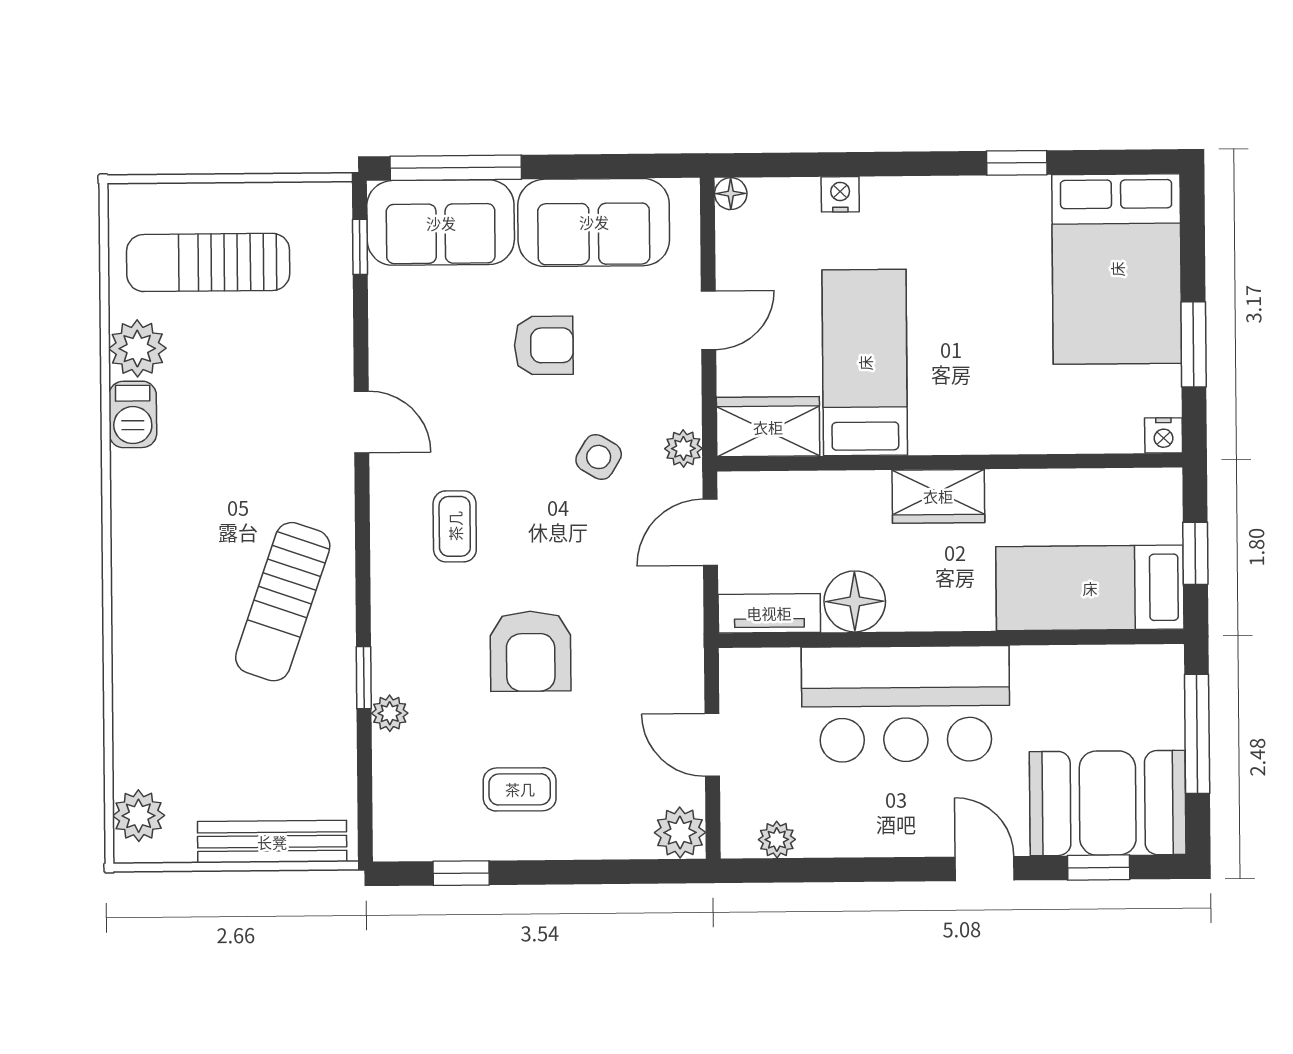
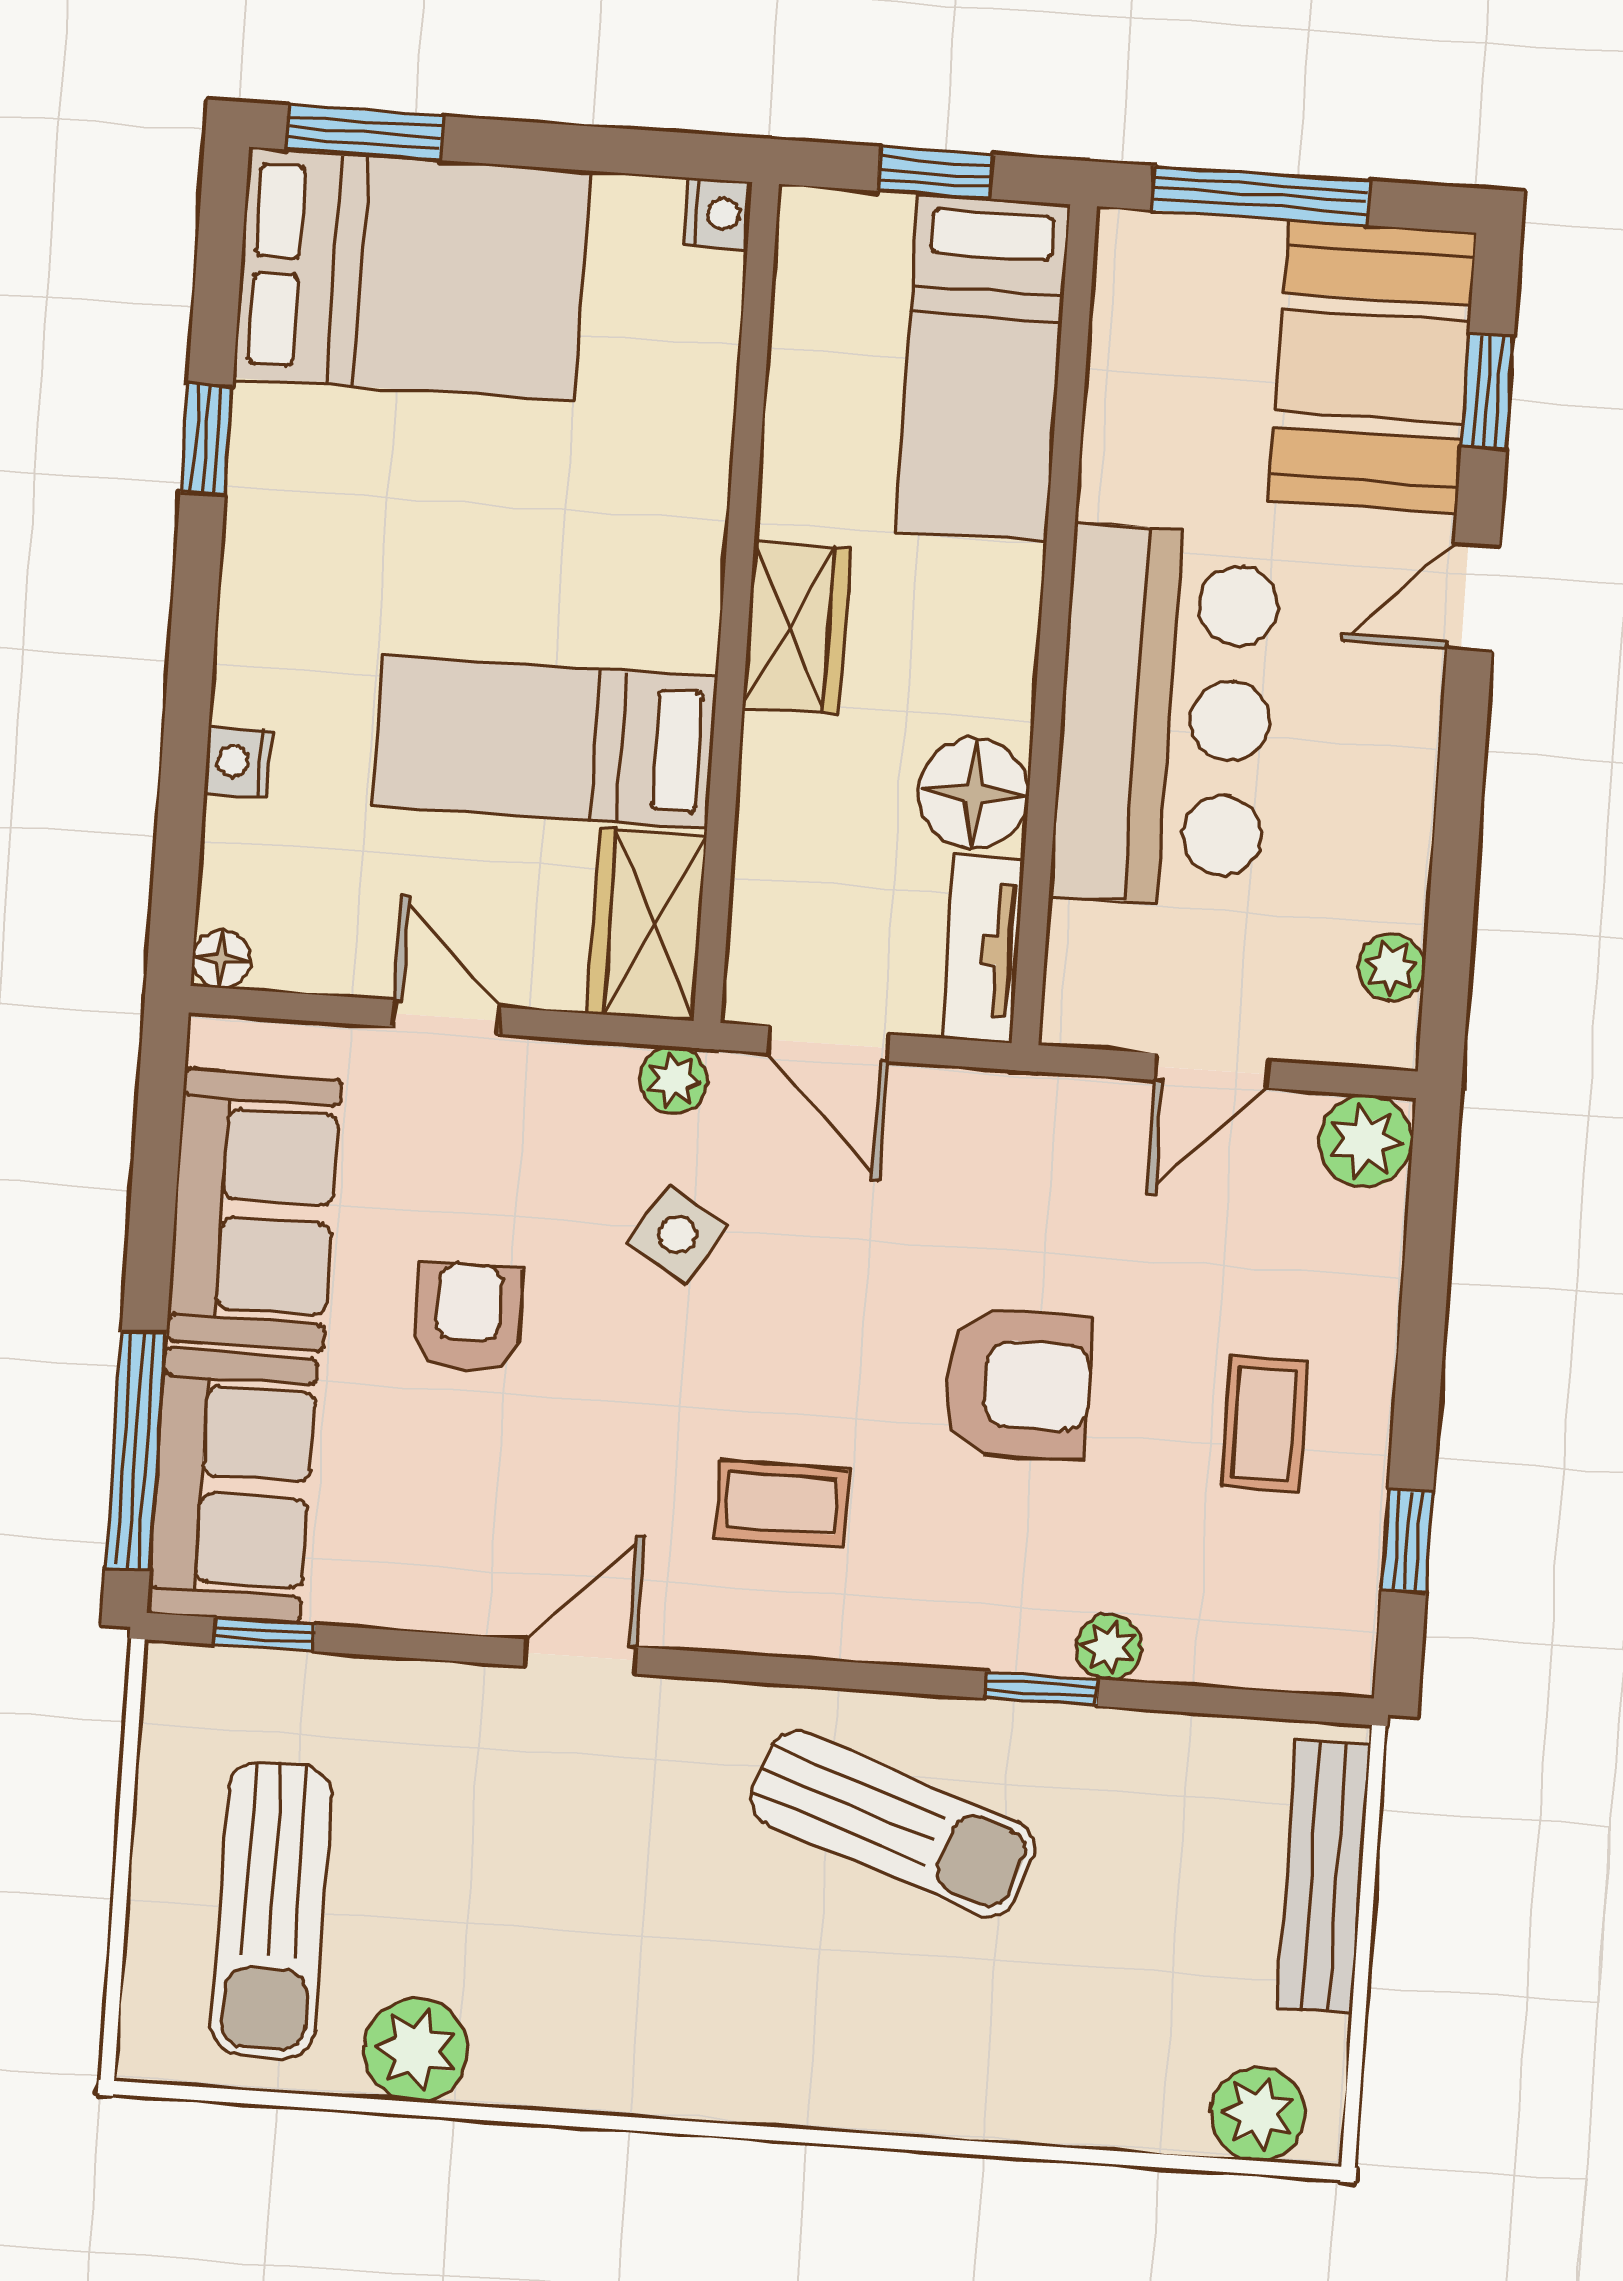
window: (1194, 344) -> (364, 133), moved
barbecue: (133, 414) -> (534, 2067), removed

